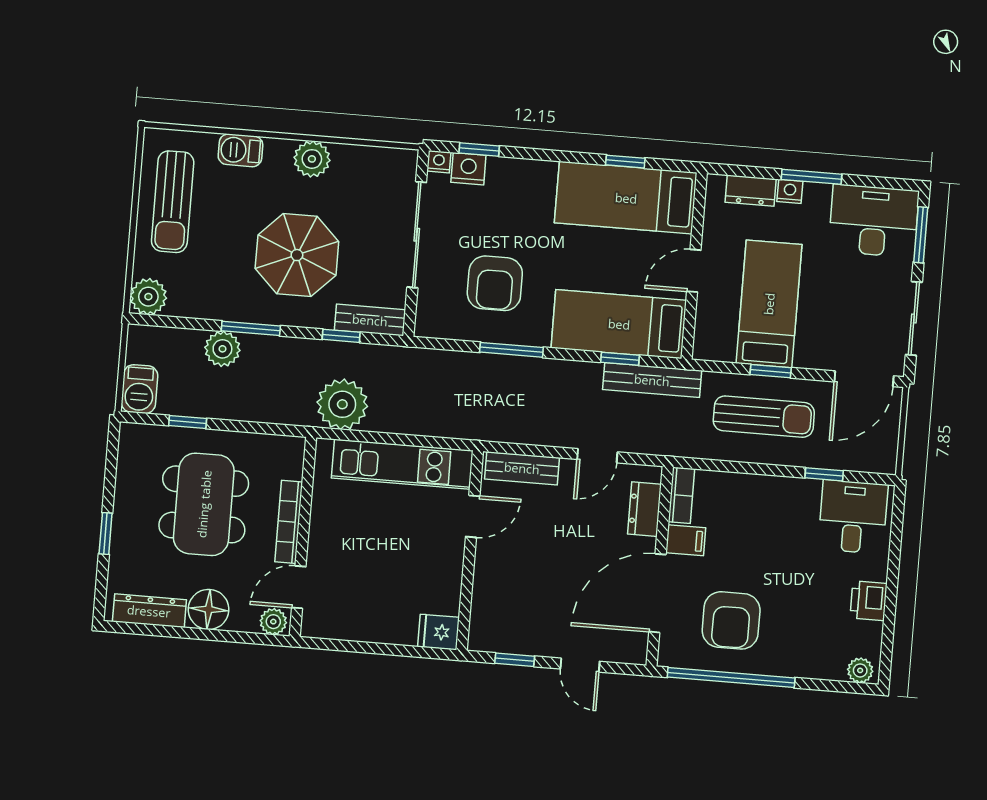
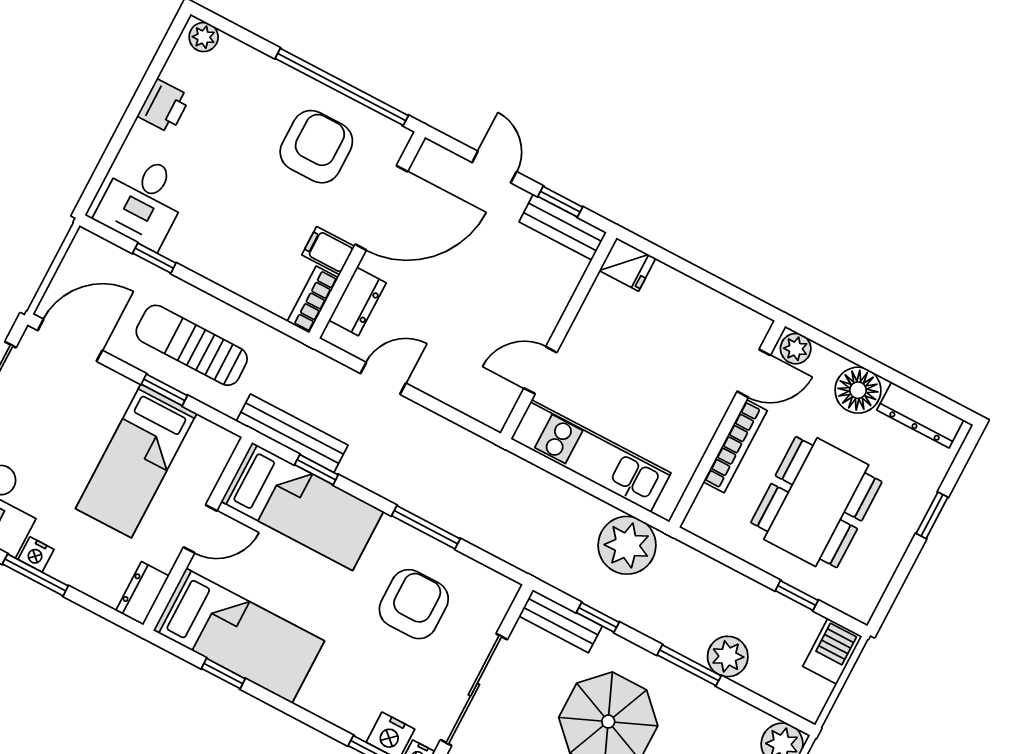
dresser: (751, 191) -> (142, 593), moved, turned -90
nightstand: (790, 191) -> (36, 554), moved
bench: (522, 468) -> (563, 227), moved

